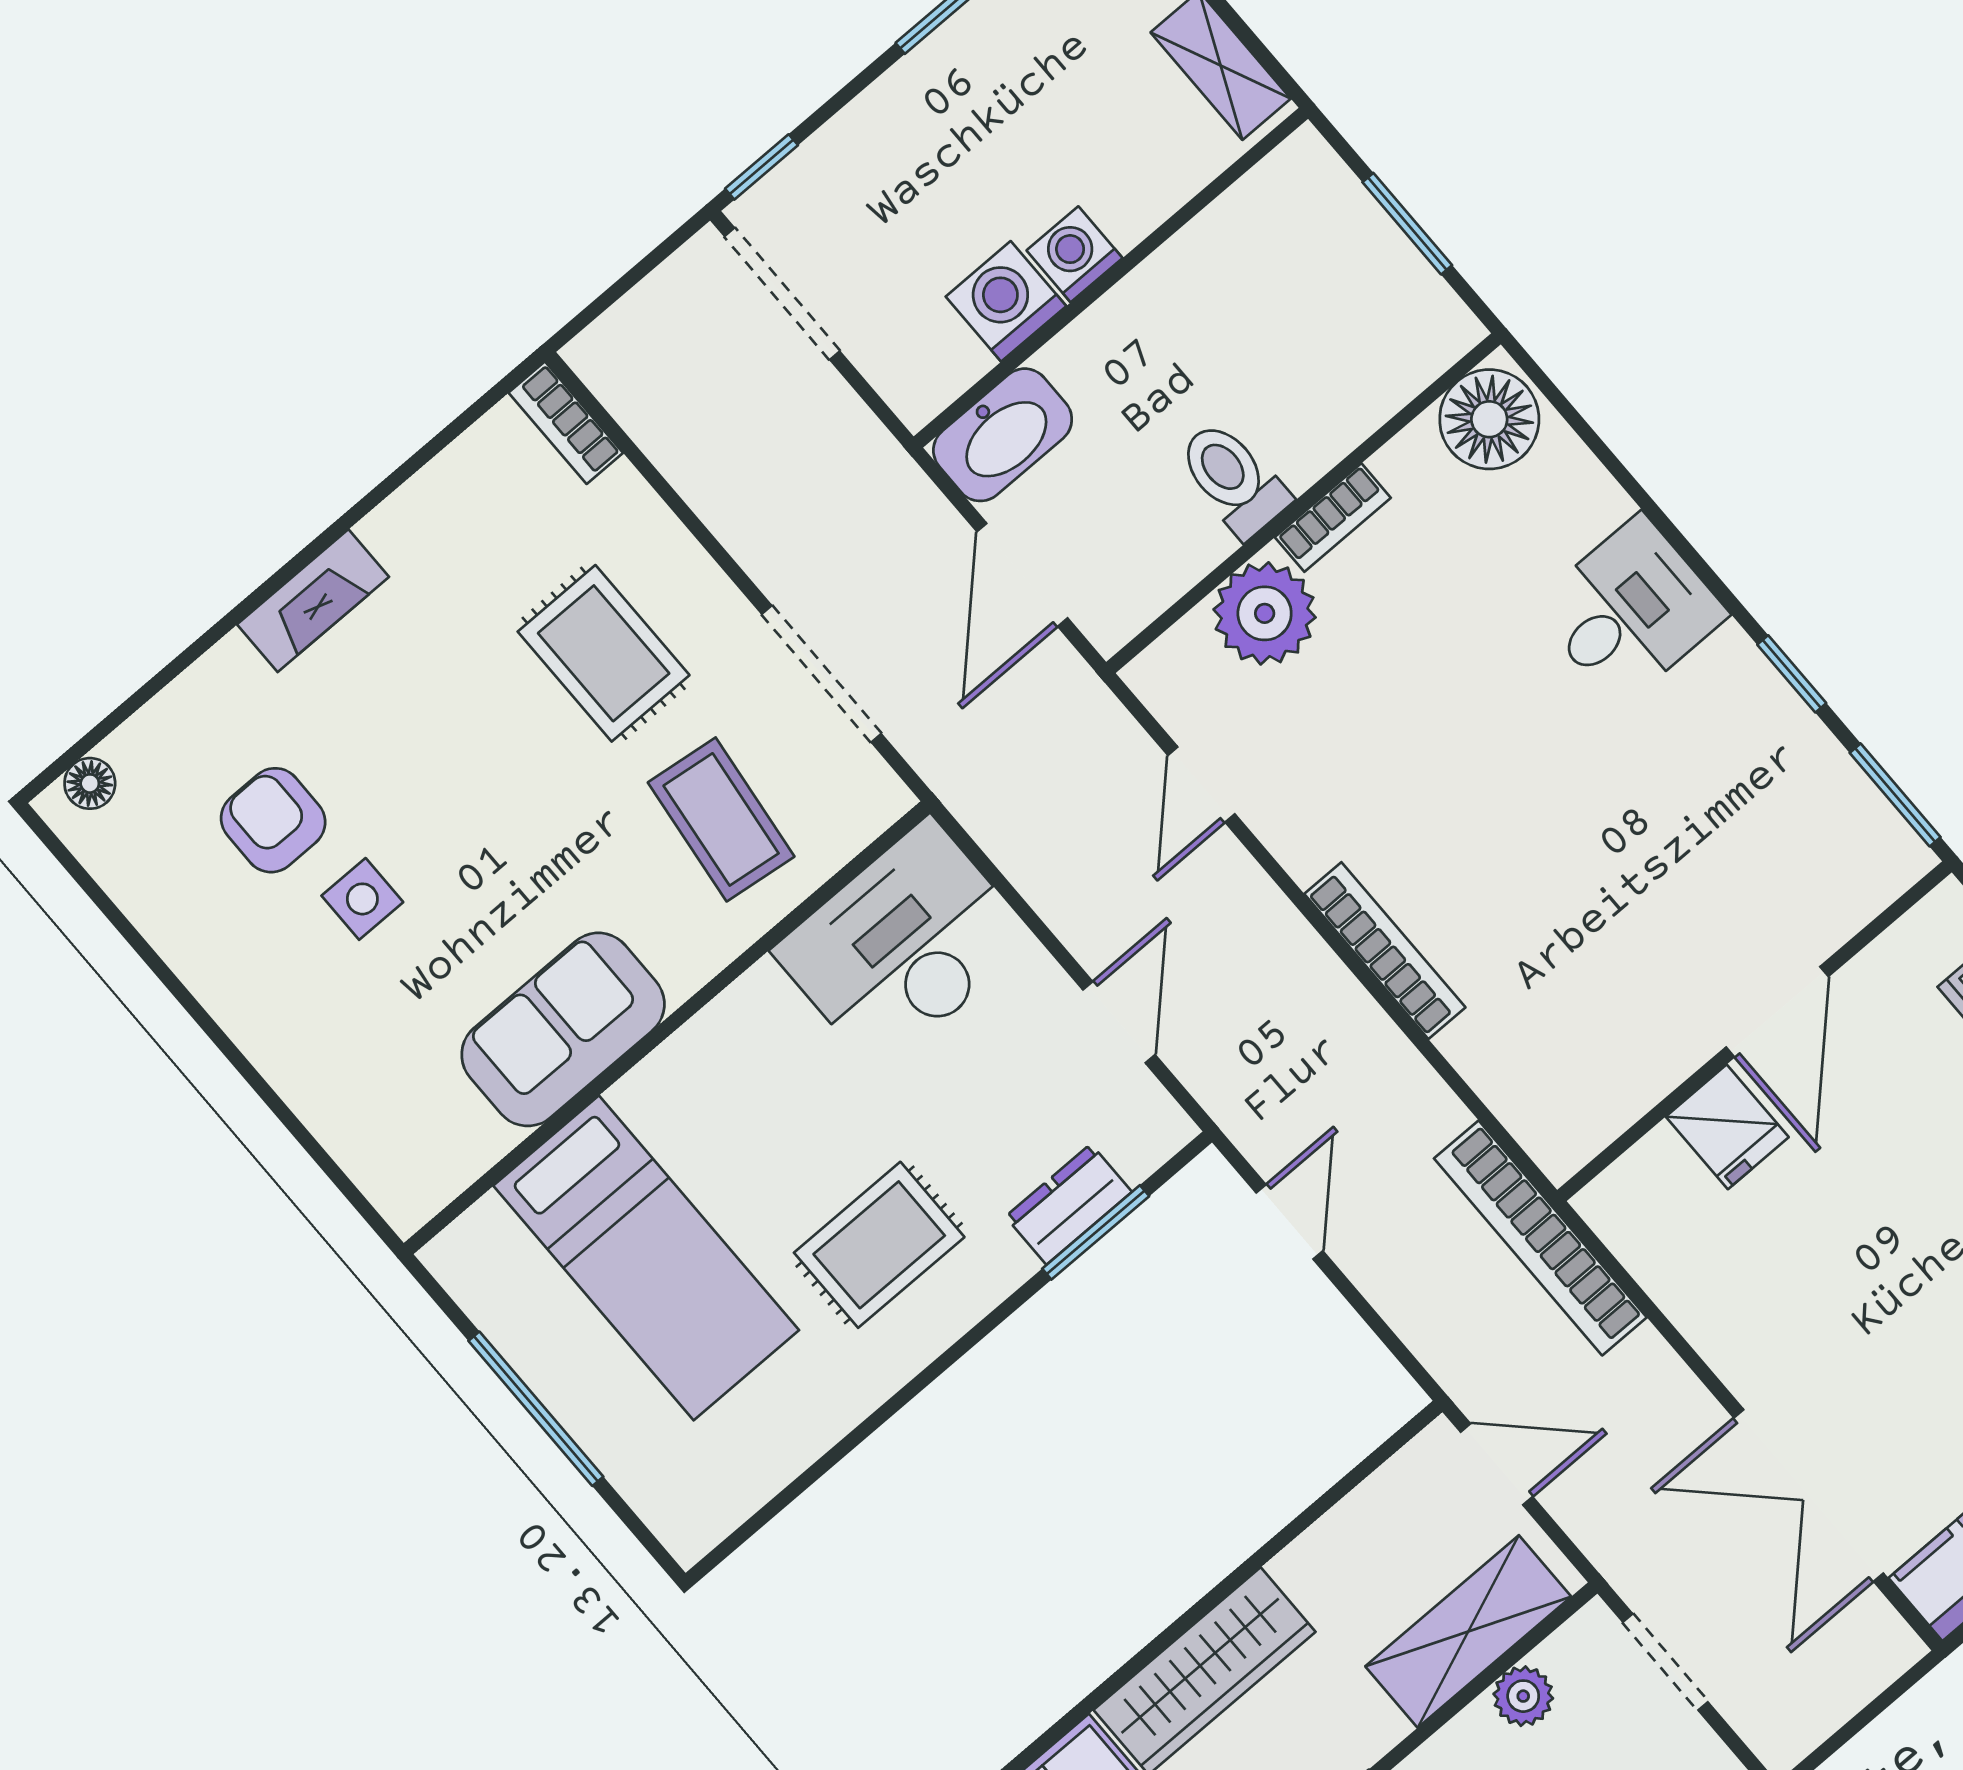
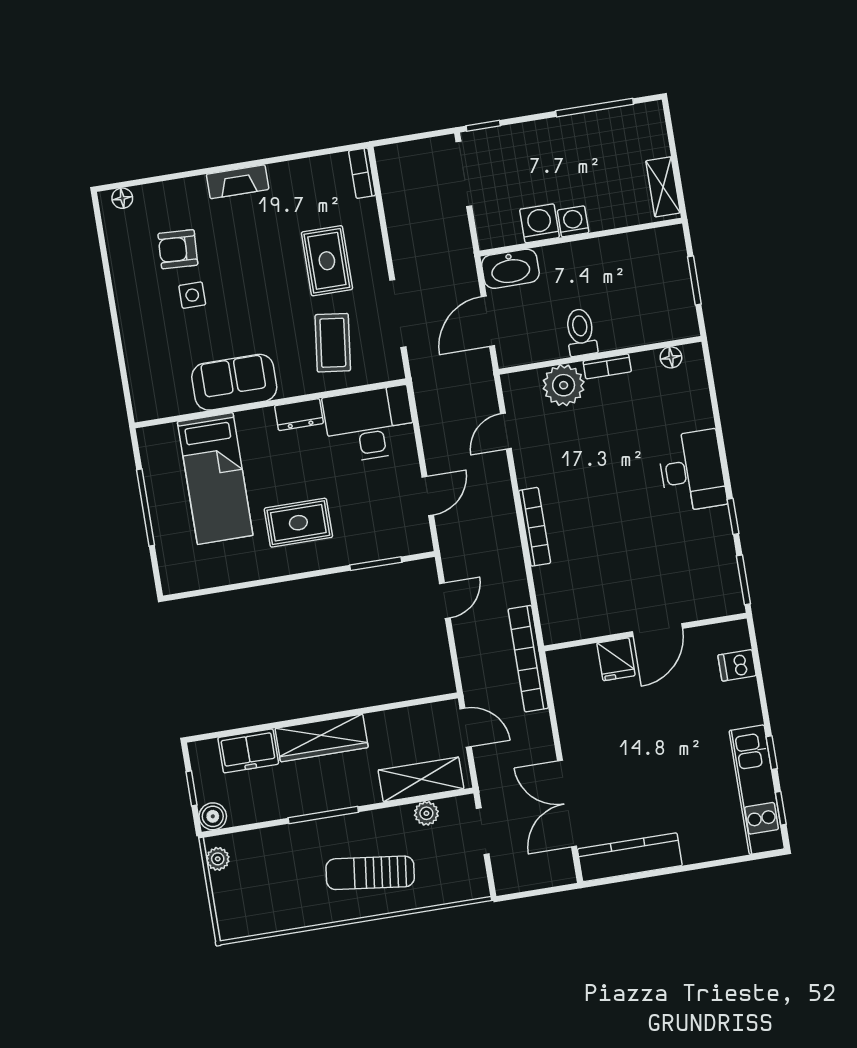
floor lamp: (1489, 419) -> (671, 357), width x0.53, depth x0.53
desk: (1630, 611) -> (692, 471), width x1.37
armchair: (273, 820) -> (178, 249), turned -87
dresser: (1069, 1204) -> (299, 415), moved, turned 180

